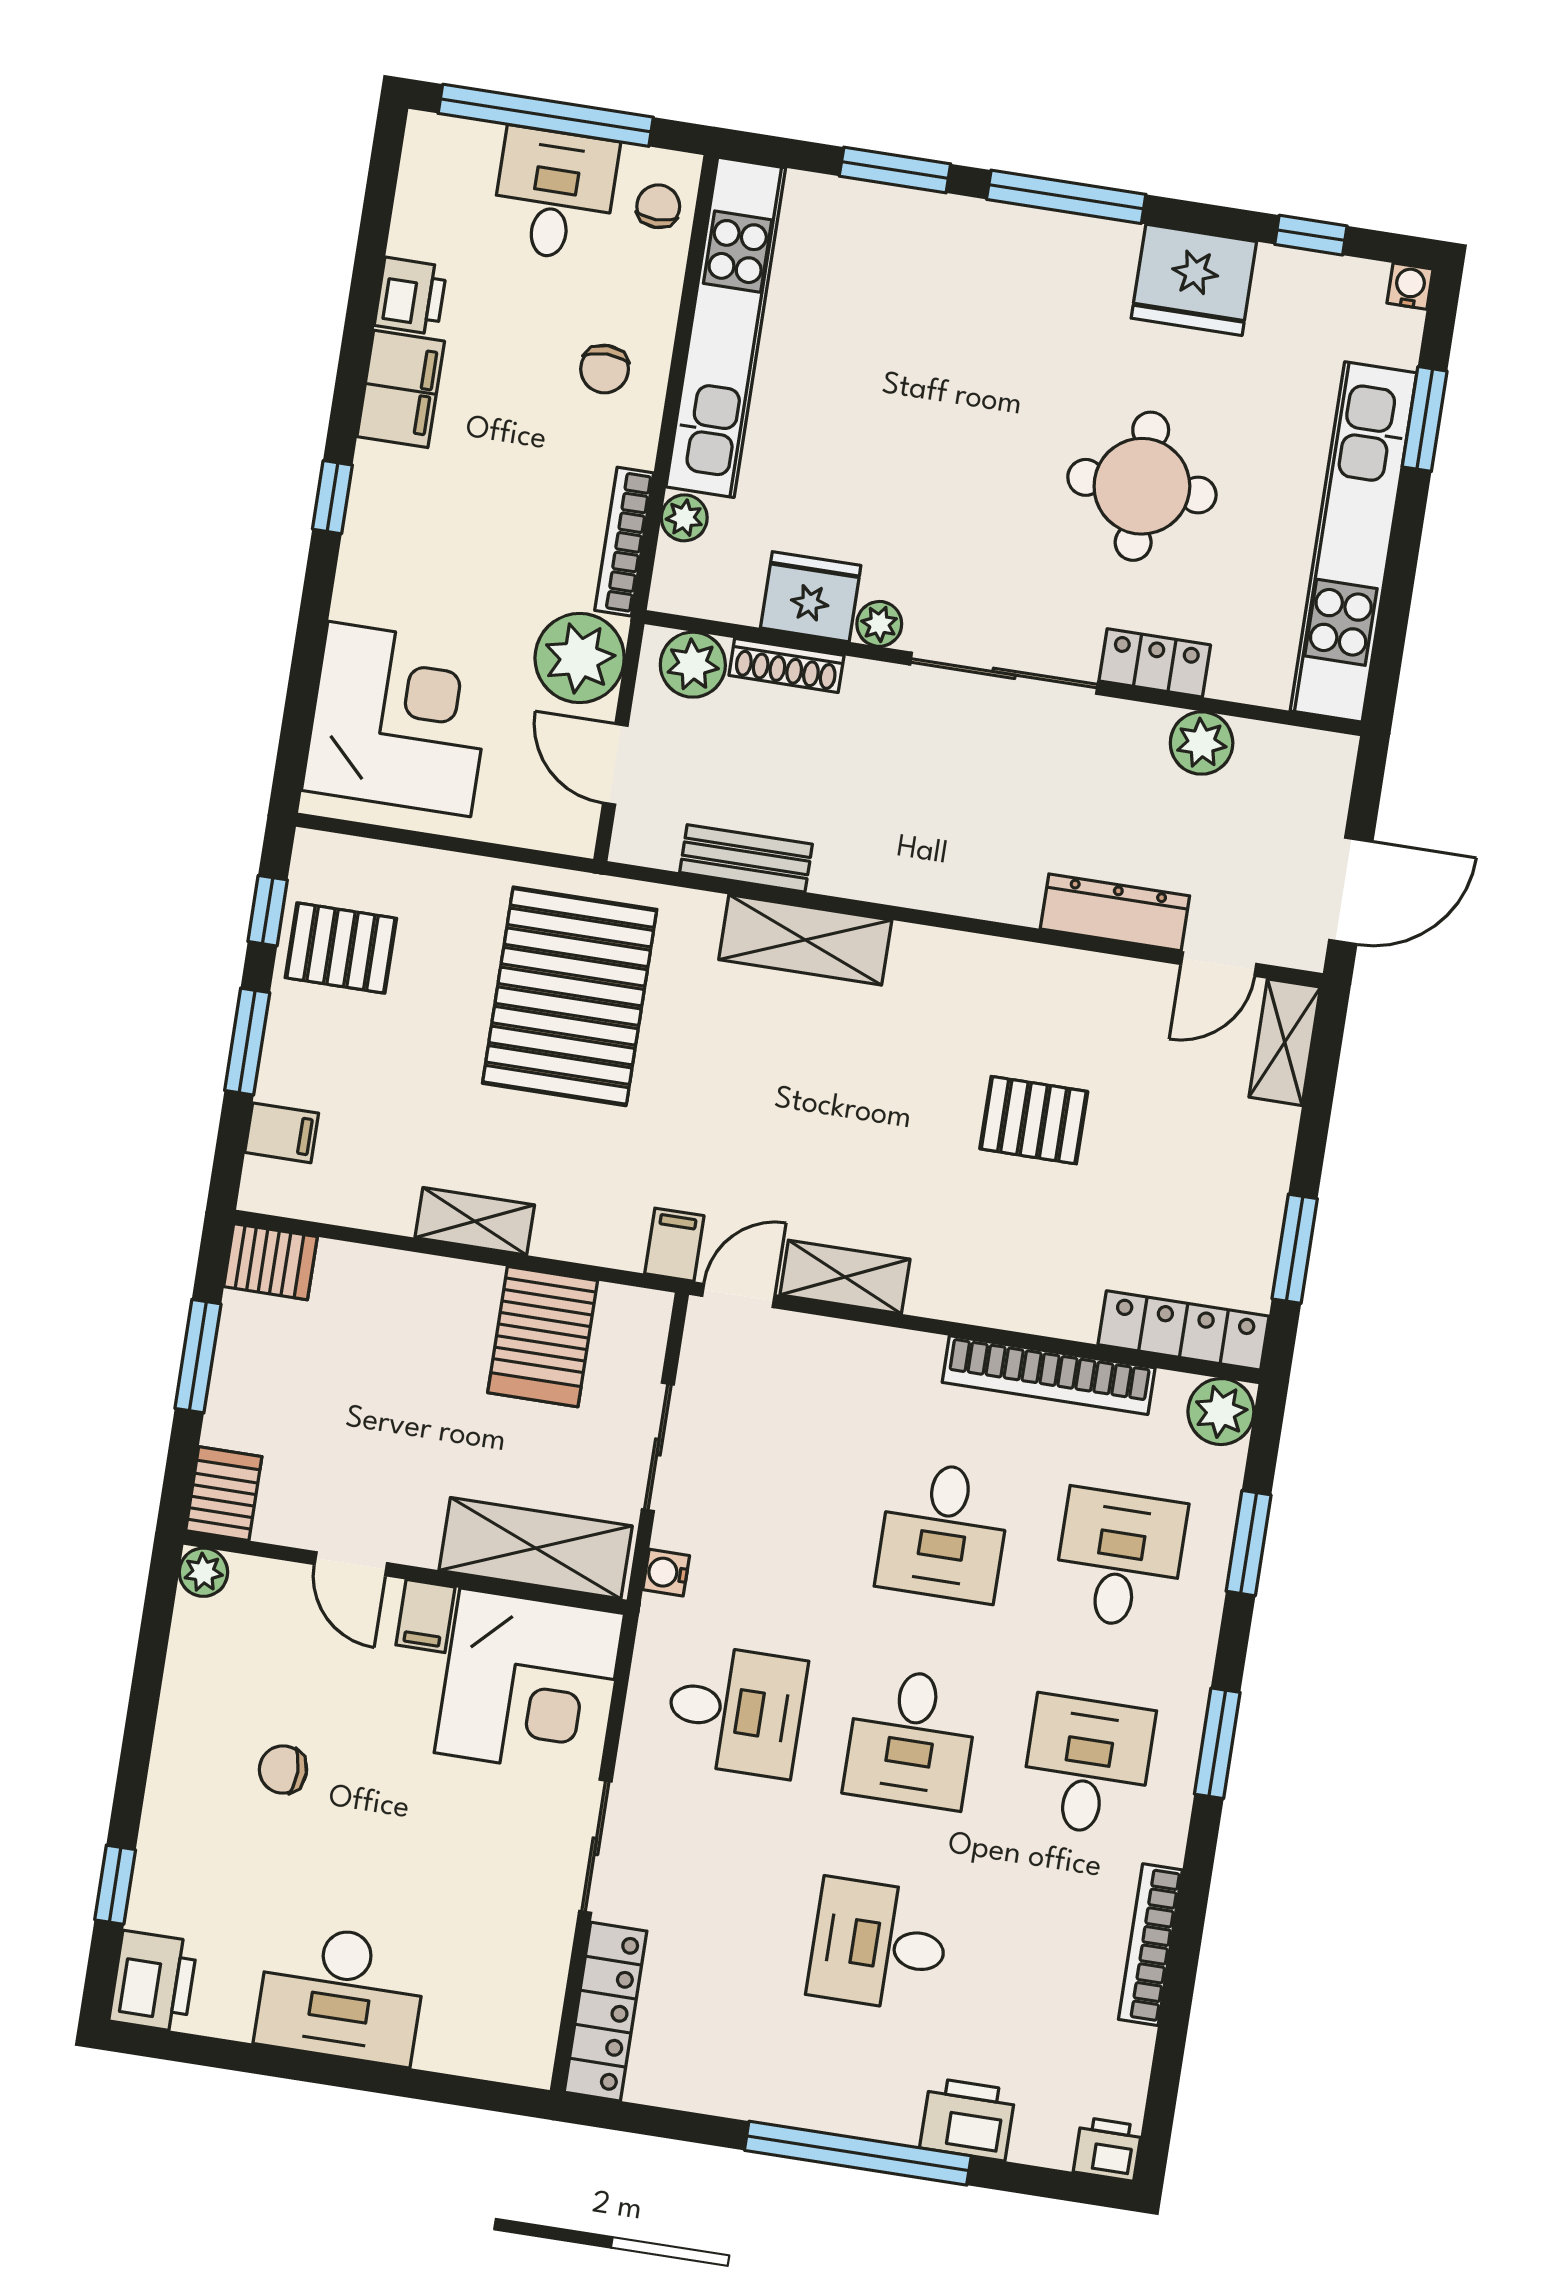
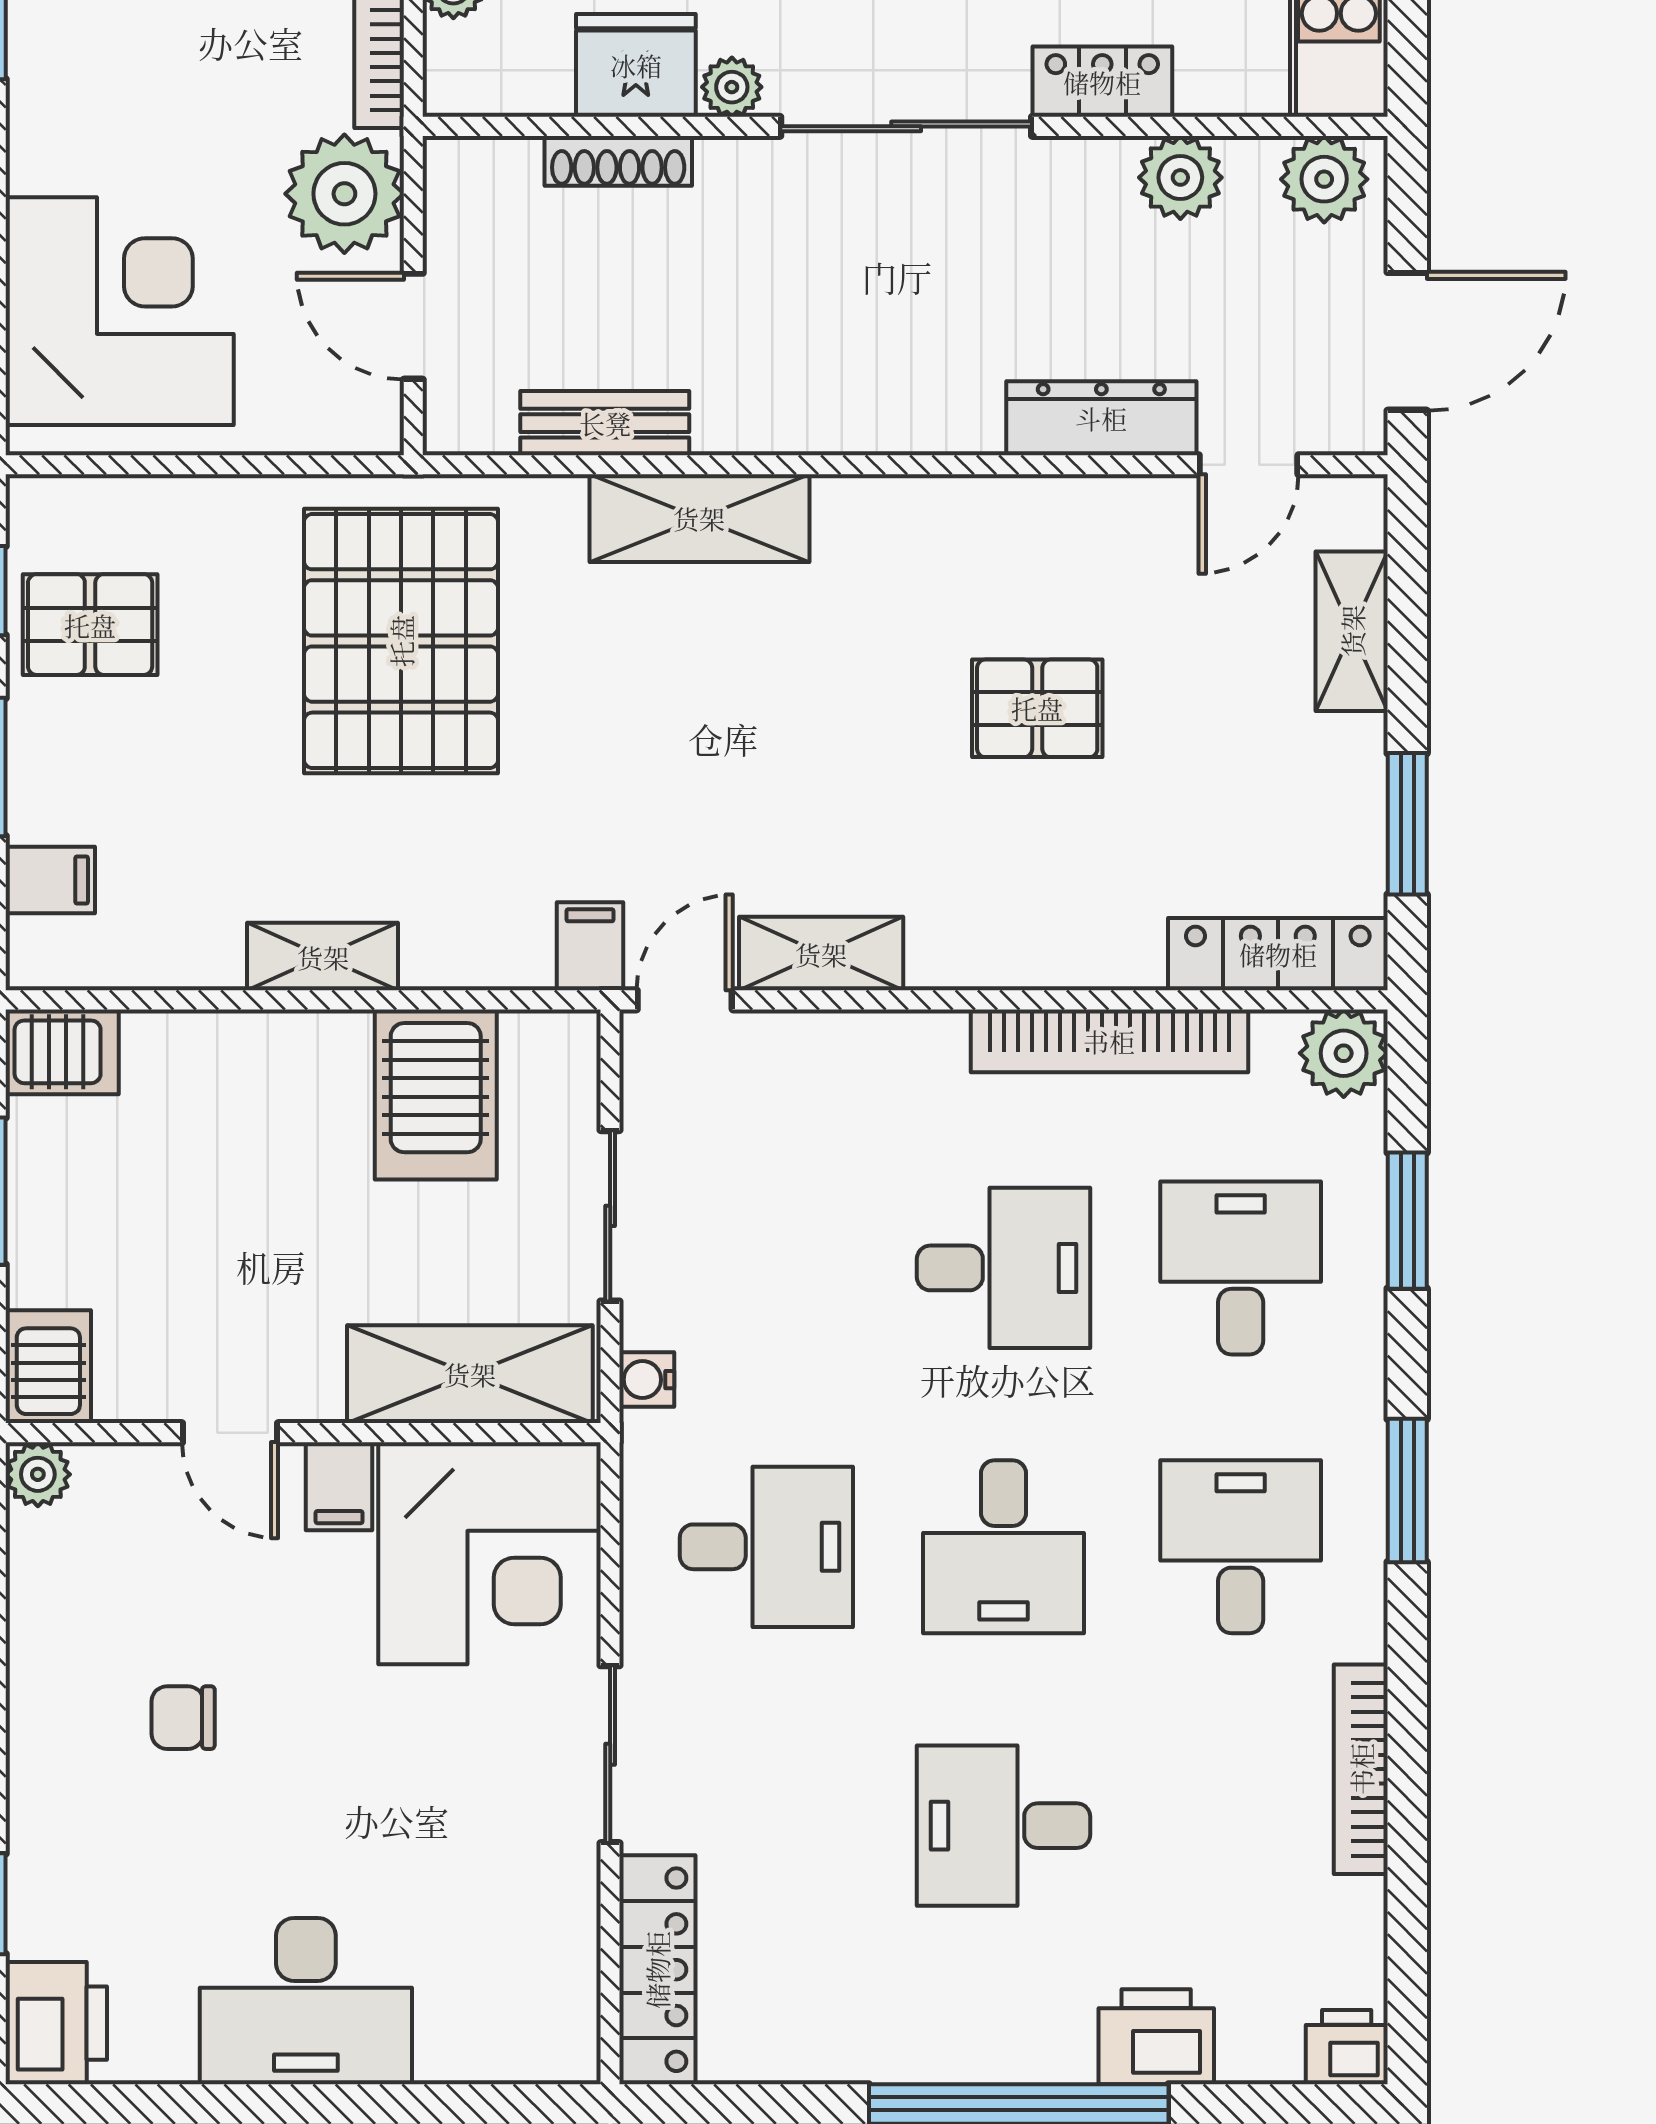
plant: (693, 665) -> (1324, 179), moved
shelving: (1285, 1042) -> (1352, 631), moved
desk: (944, 1531) -> (1003, 1268), turned -90

